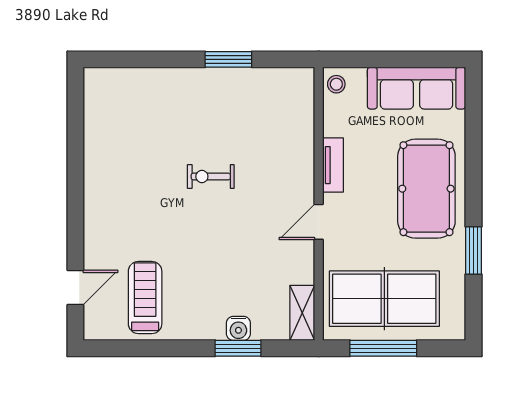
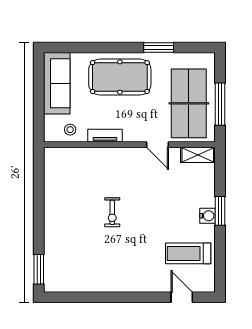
window: (228, 59) -> (39, 269), moved
stool: (336, 84) -> (70, 130), moved
door: (319, 222) -> (158, 145), moved
water cooler: (238, 328) -> (207, 216), moved
window: (238, 348) -> (220, 211), moved

